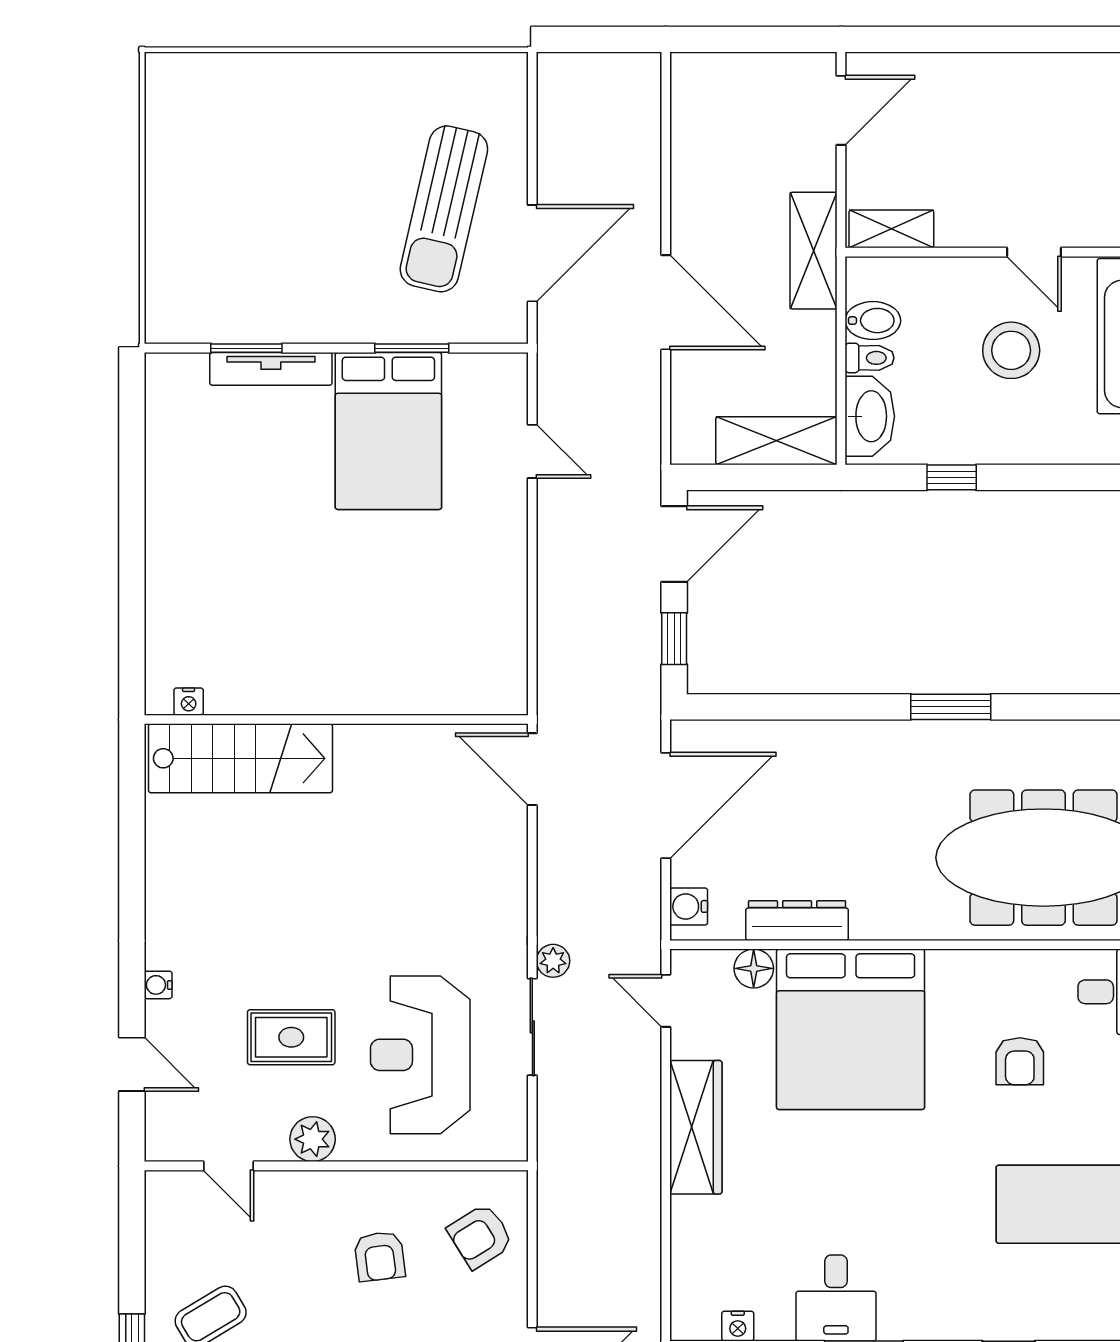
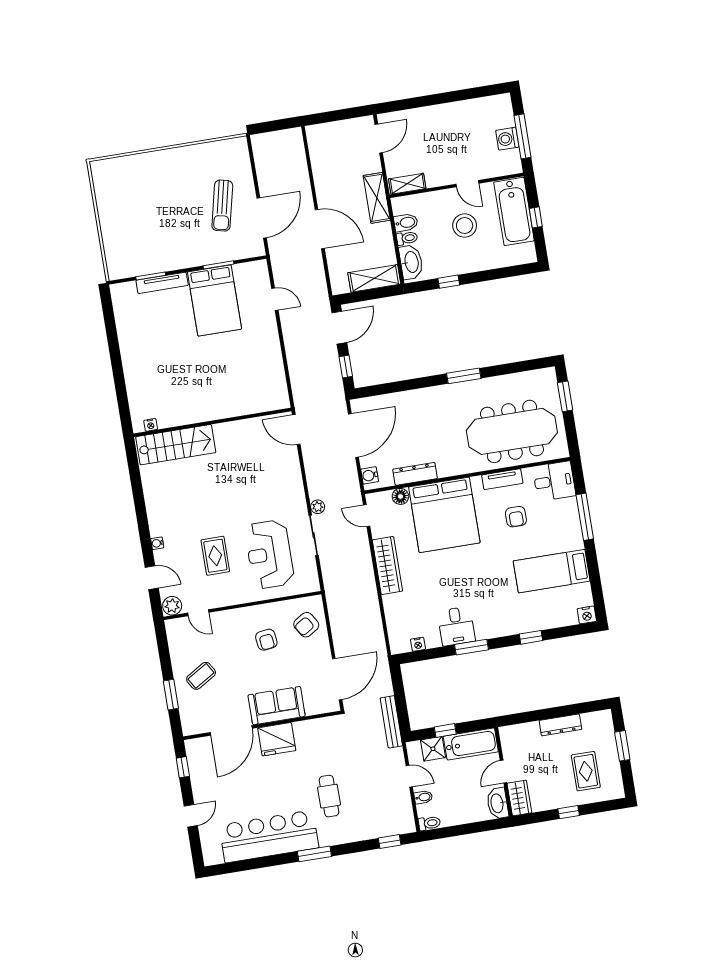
sun lounger: (444, 209) -> (222, 206), width x0.73, depth x0.75
tv unit: (1002, 967) -> (502, 479), added
rug: (291, 1037) -> (215, 556), turned 90
plant: (313, 1139) -> (172, 606), moved

